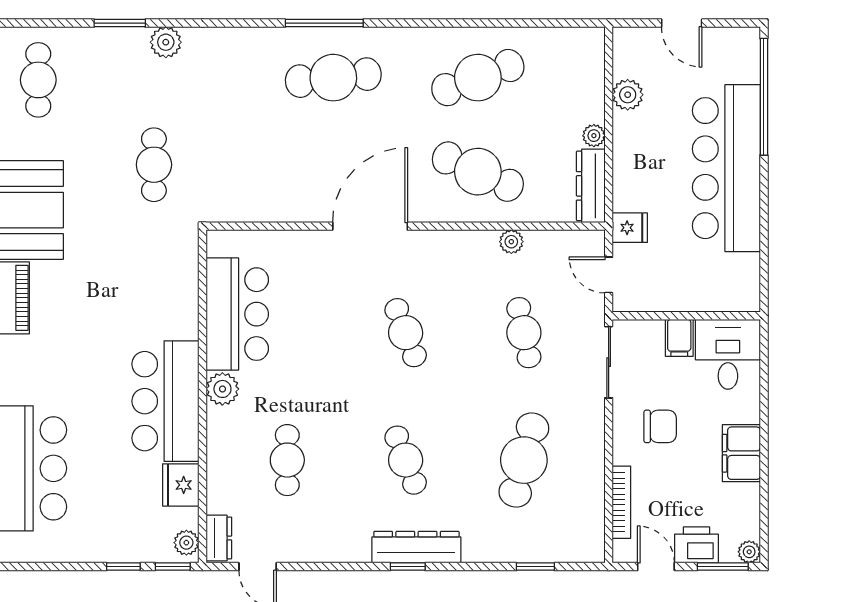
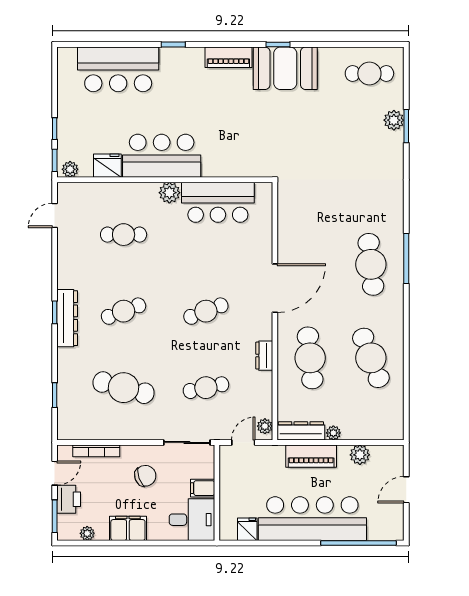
plant: (166, 42) -> (394, 120), moved
cafe table: (154, 165) -> (315, 148), removed
piano: (630, 170) -> (311, 456), added
cafe table: (478, 172) -> (310, 358), turned -30
door: (370, 226) -> (275, 288), hinge flipped
fridge: (630, 228) -> (247, 529), moved, turned 180
plant: (511, 242) -> (265, 426), moved
chair: (660, 426) -> (145, 476), turned -110
dresser: (219, 538) -> (264, 356), moved, turned 90
plant: (749, 552) -> (87, 533), moved

